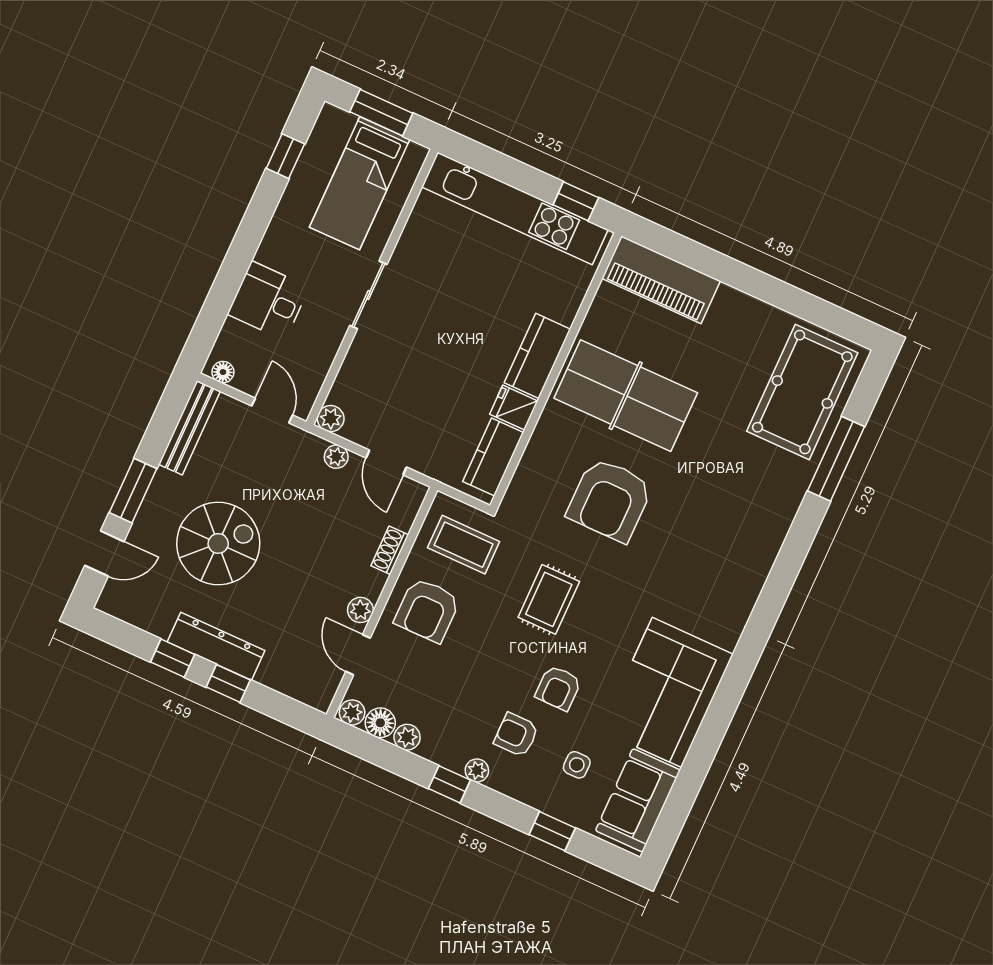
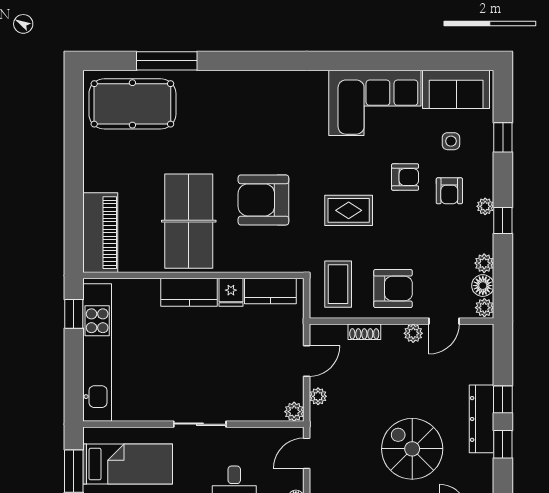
armchair: (610, 500) -> (263, 200), turned 180

